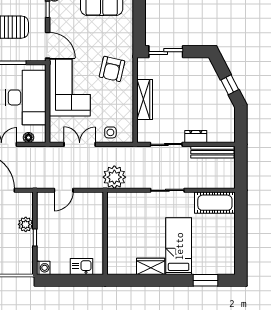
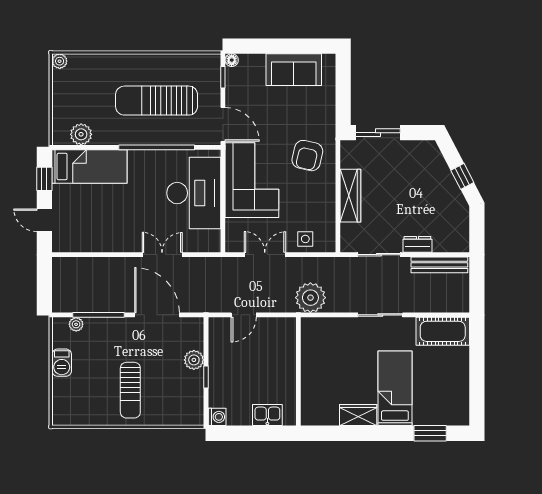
floor lamp: (29, 138) -> (198, 246), removed

